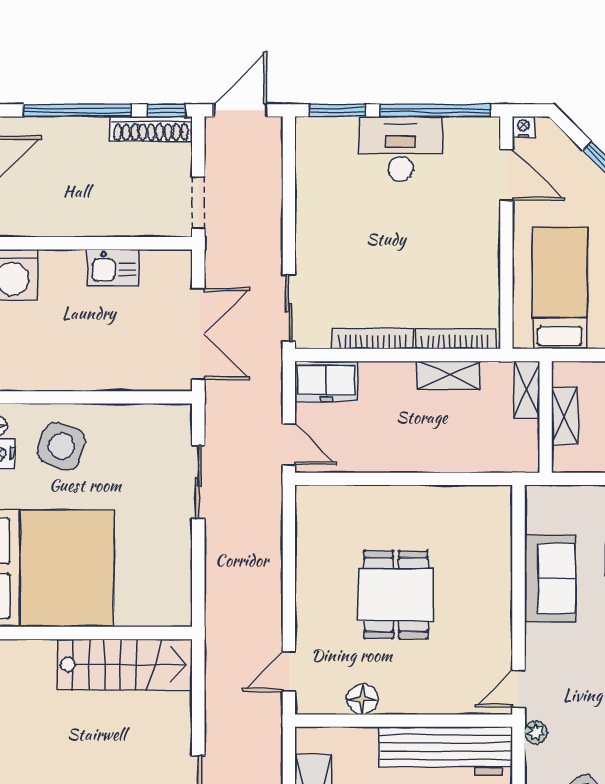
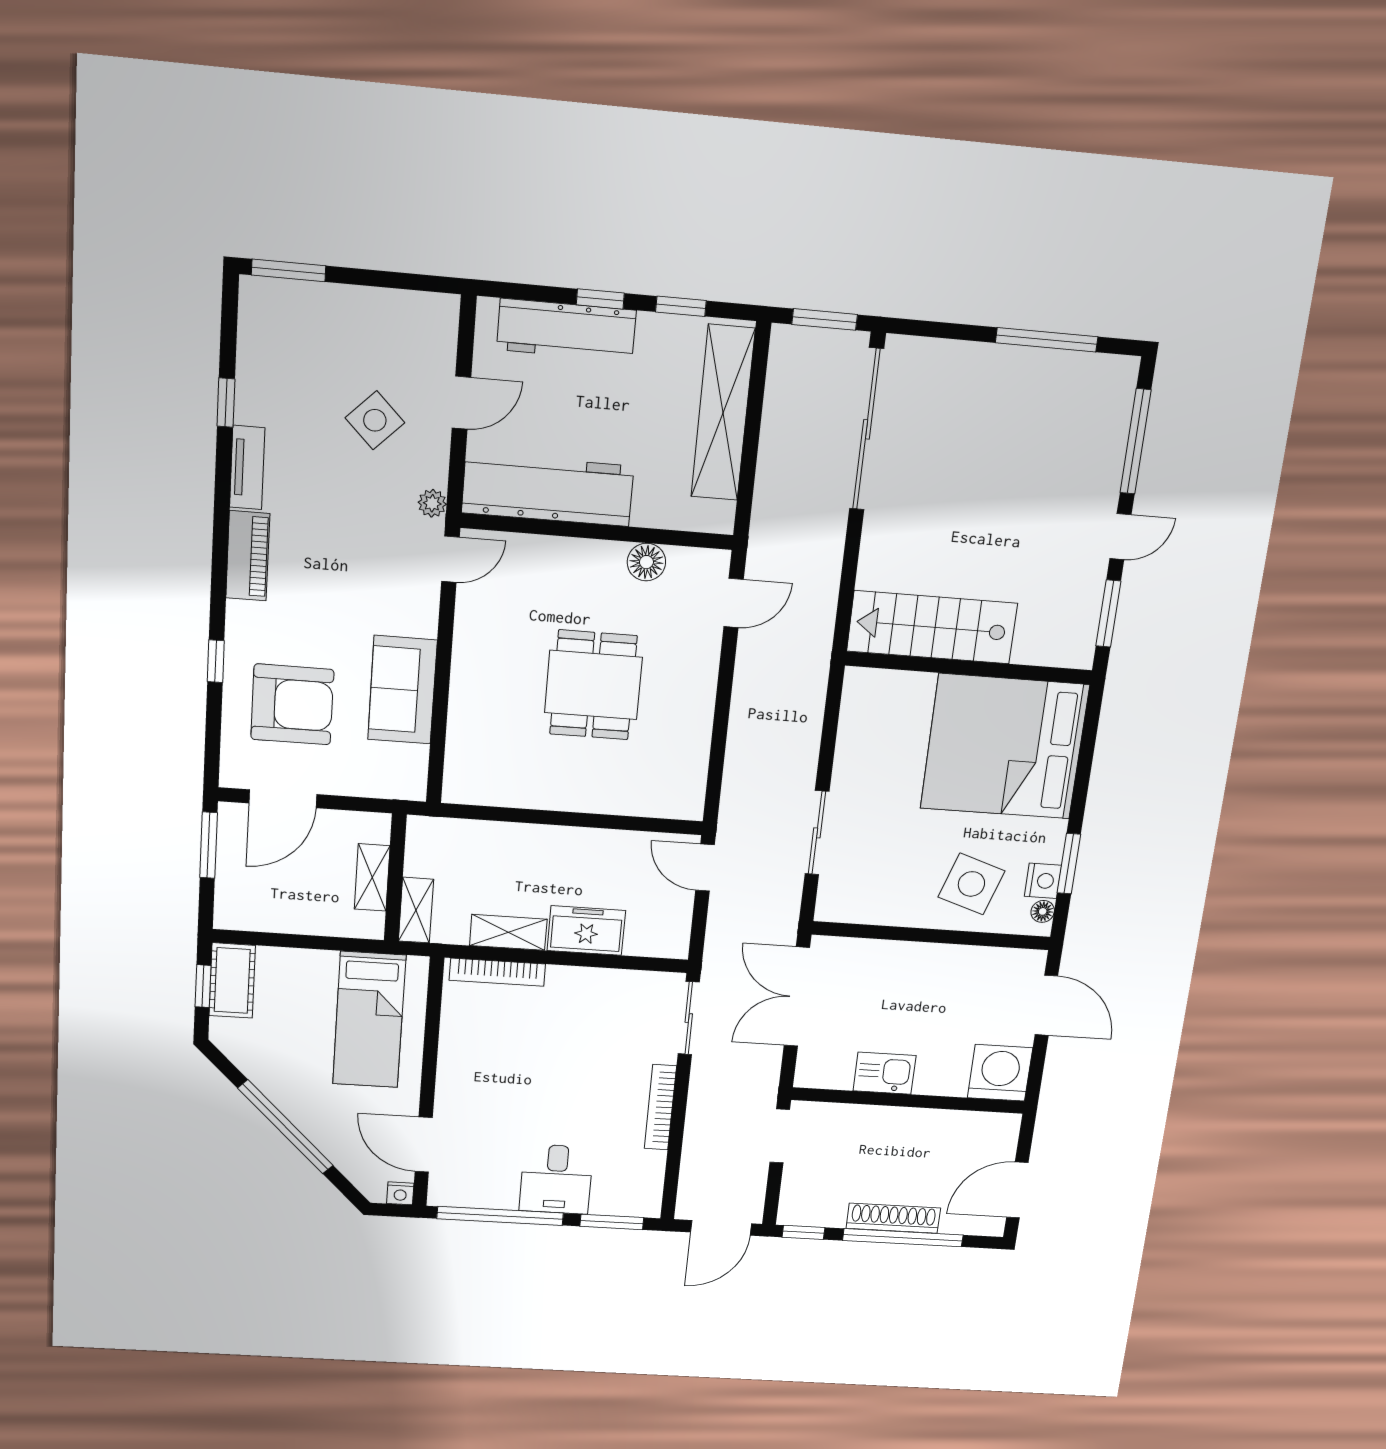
shoe rack: (151, 129) -> (893, 1218), moved
desk: (401, 149) -> (556, 1179), width x0.73
bookcase: (373, 339) -> (660, 1107), moved, turned 90
freezer: (326, 381) -> (586, 931), moved

